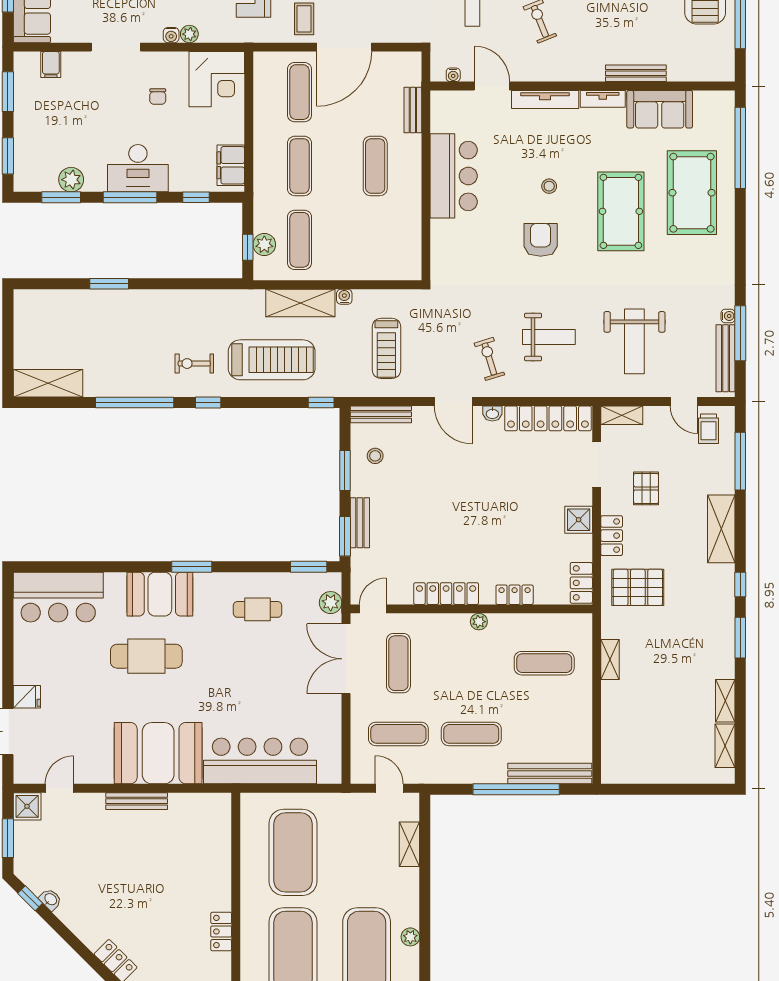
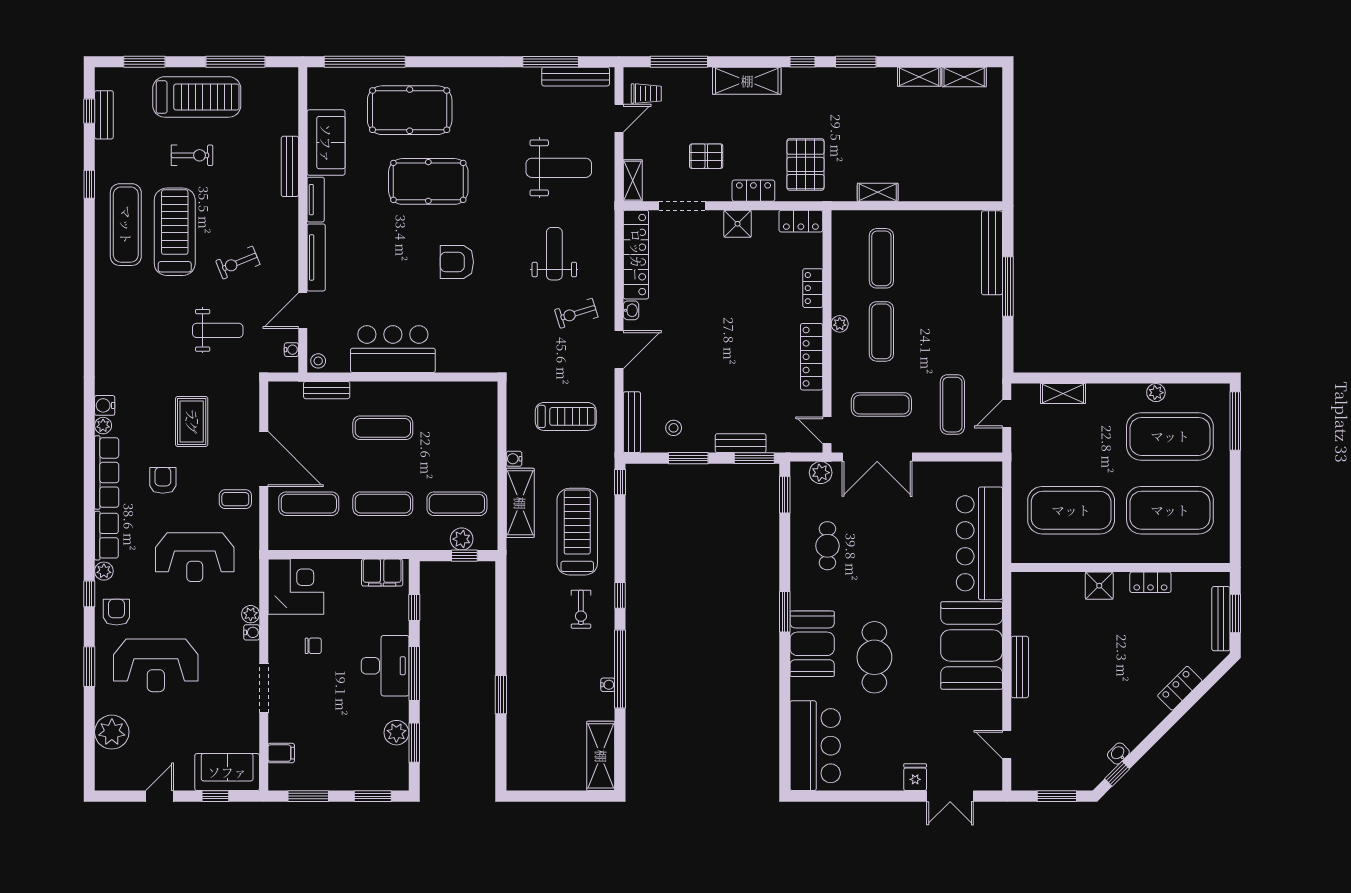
stool: (549, 186) -> (318, 361), moved
water cooler: (728, 316) -> (608, 685), moved, turned 90
exercise mat: (471, 734) -> (881, 331), moved
window: (516, 789) -> (1008, 286), width x0.68
shower: (27, 806) -> (1099, 586), moved

